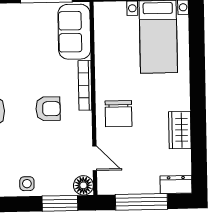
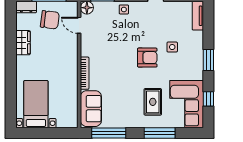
armchair: (48, 109) -> (109, 58), removed
chair: (118, 114) -> (50, 20), moved, turned 97

